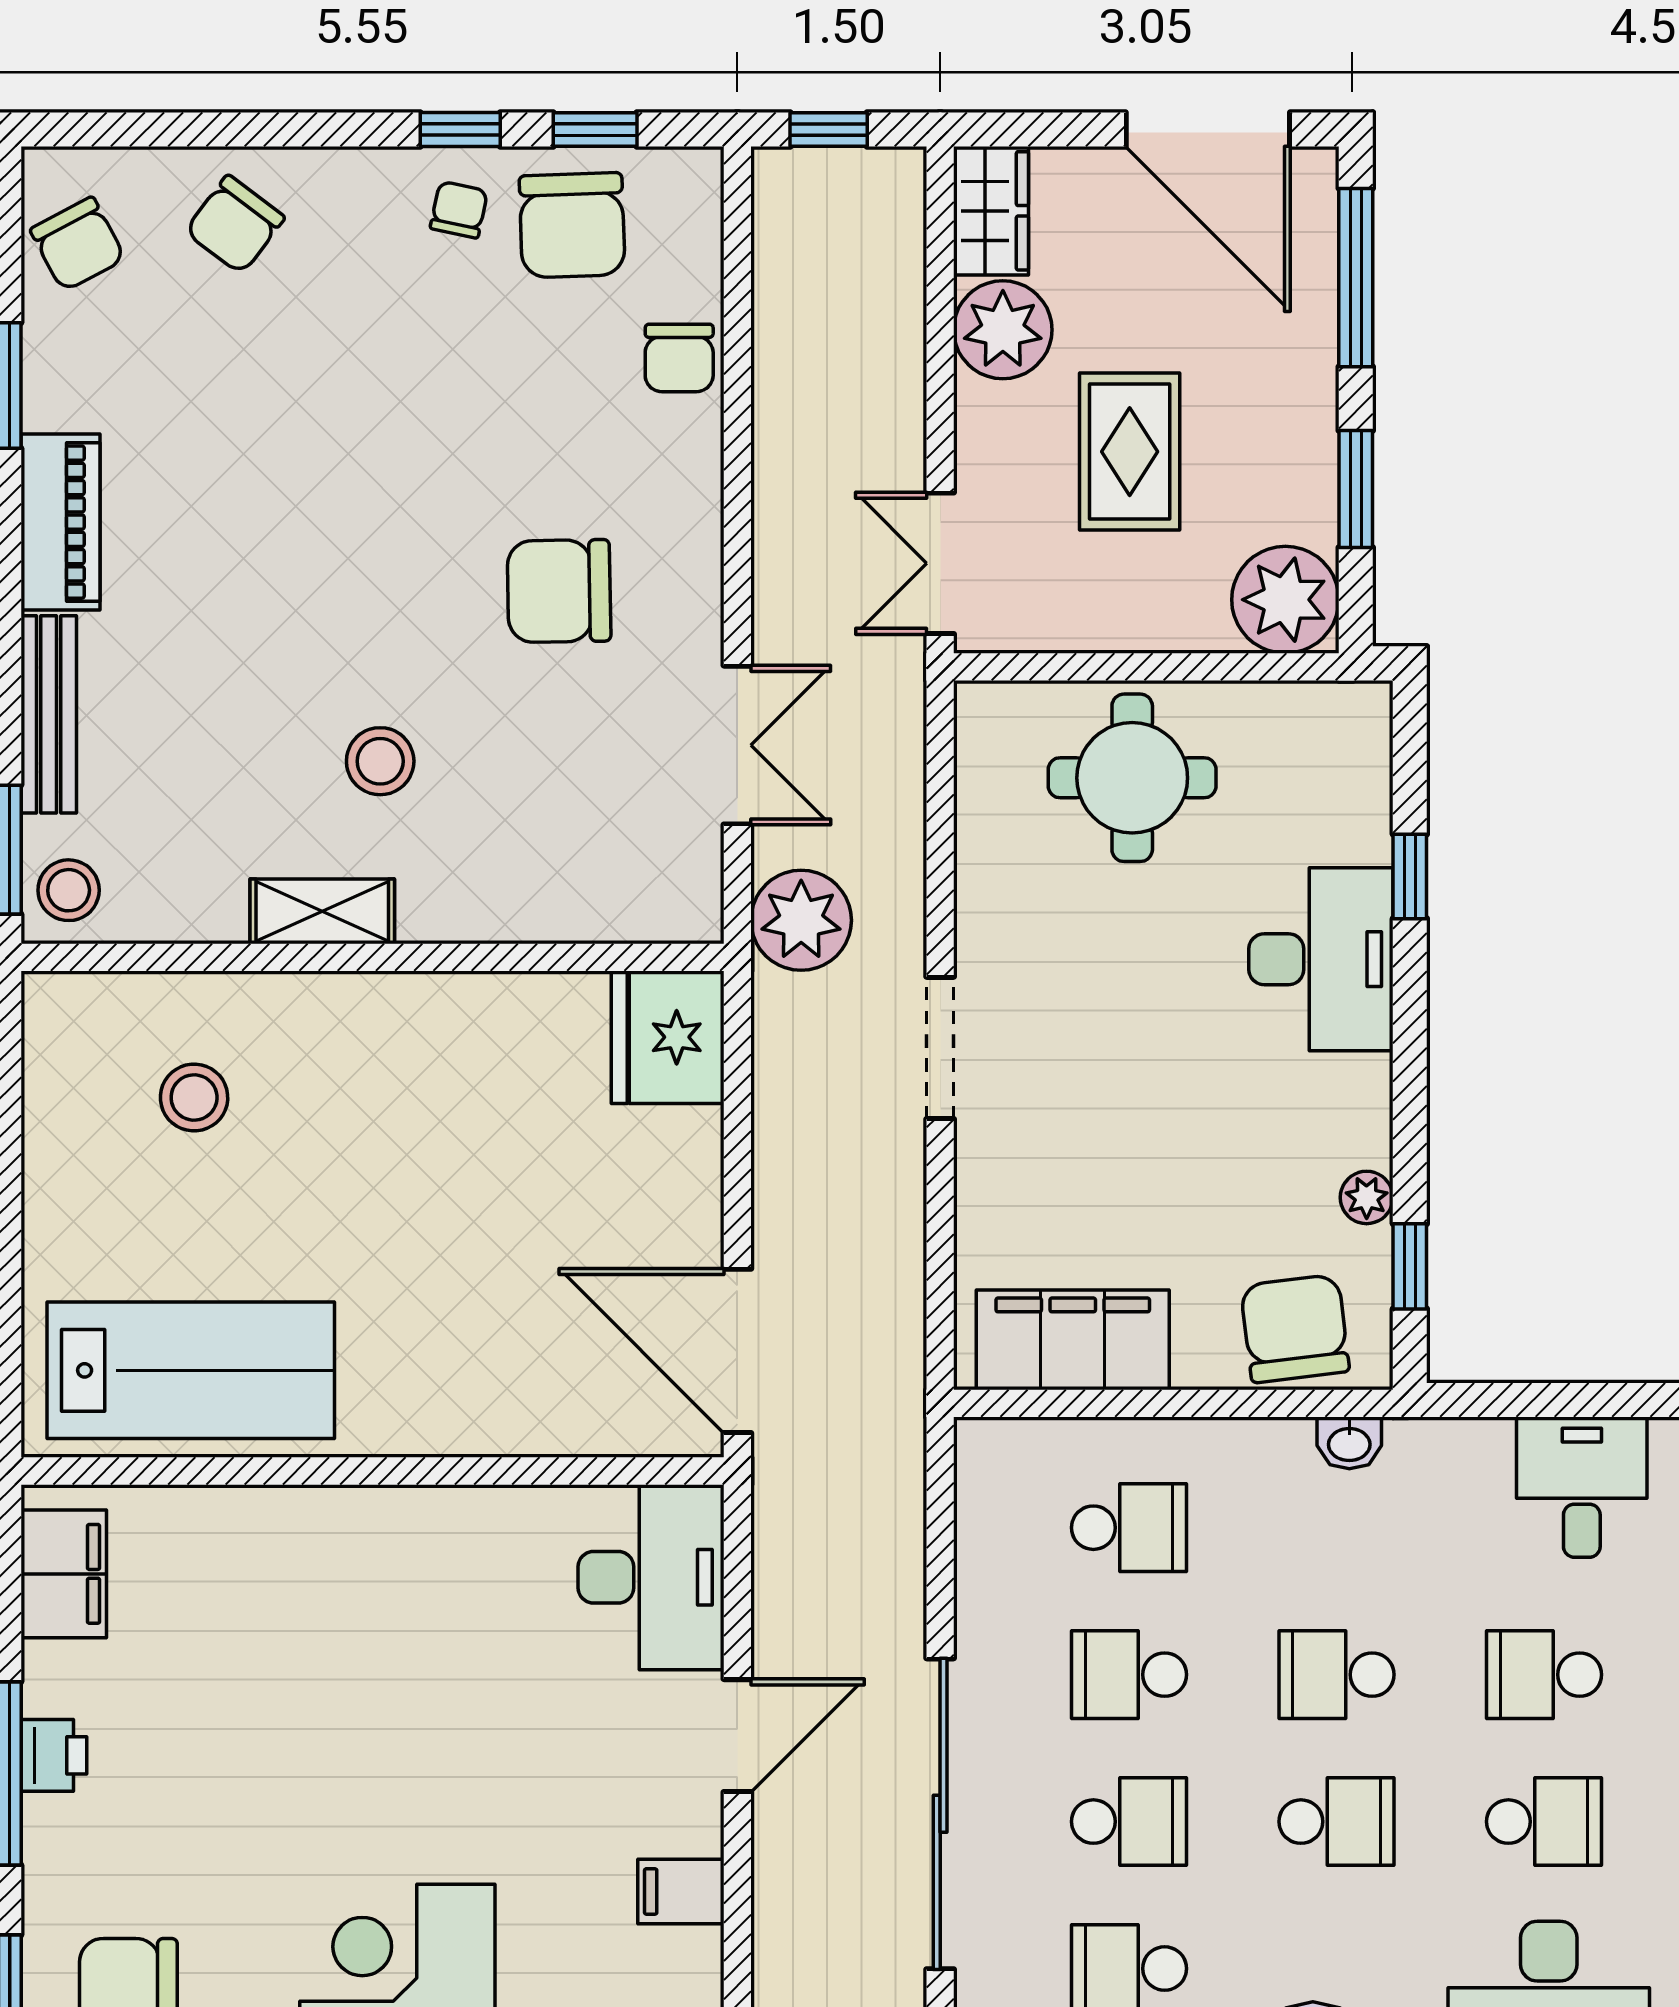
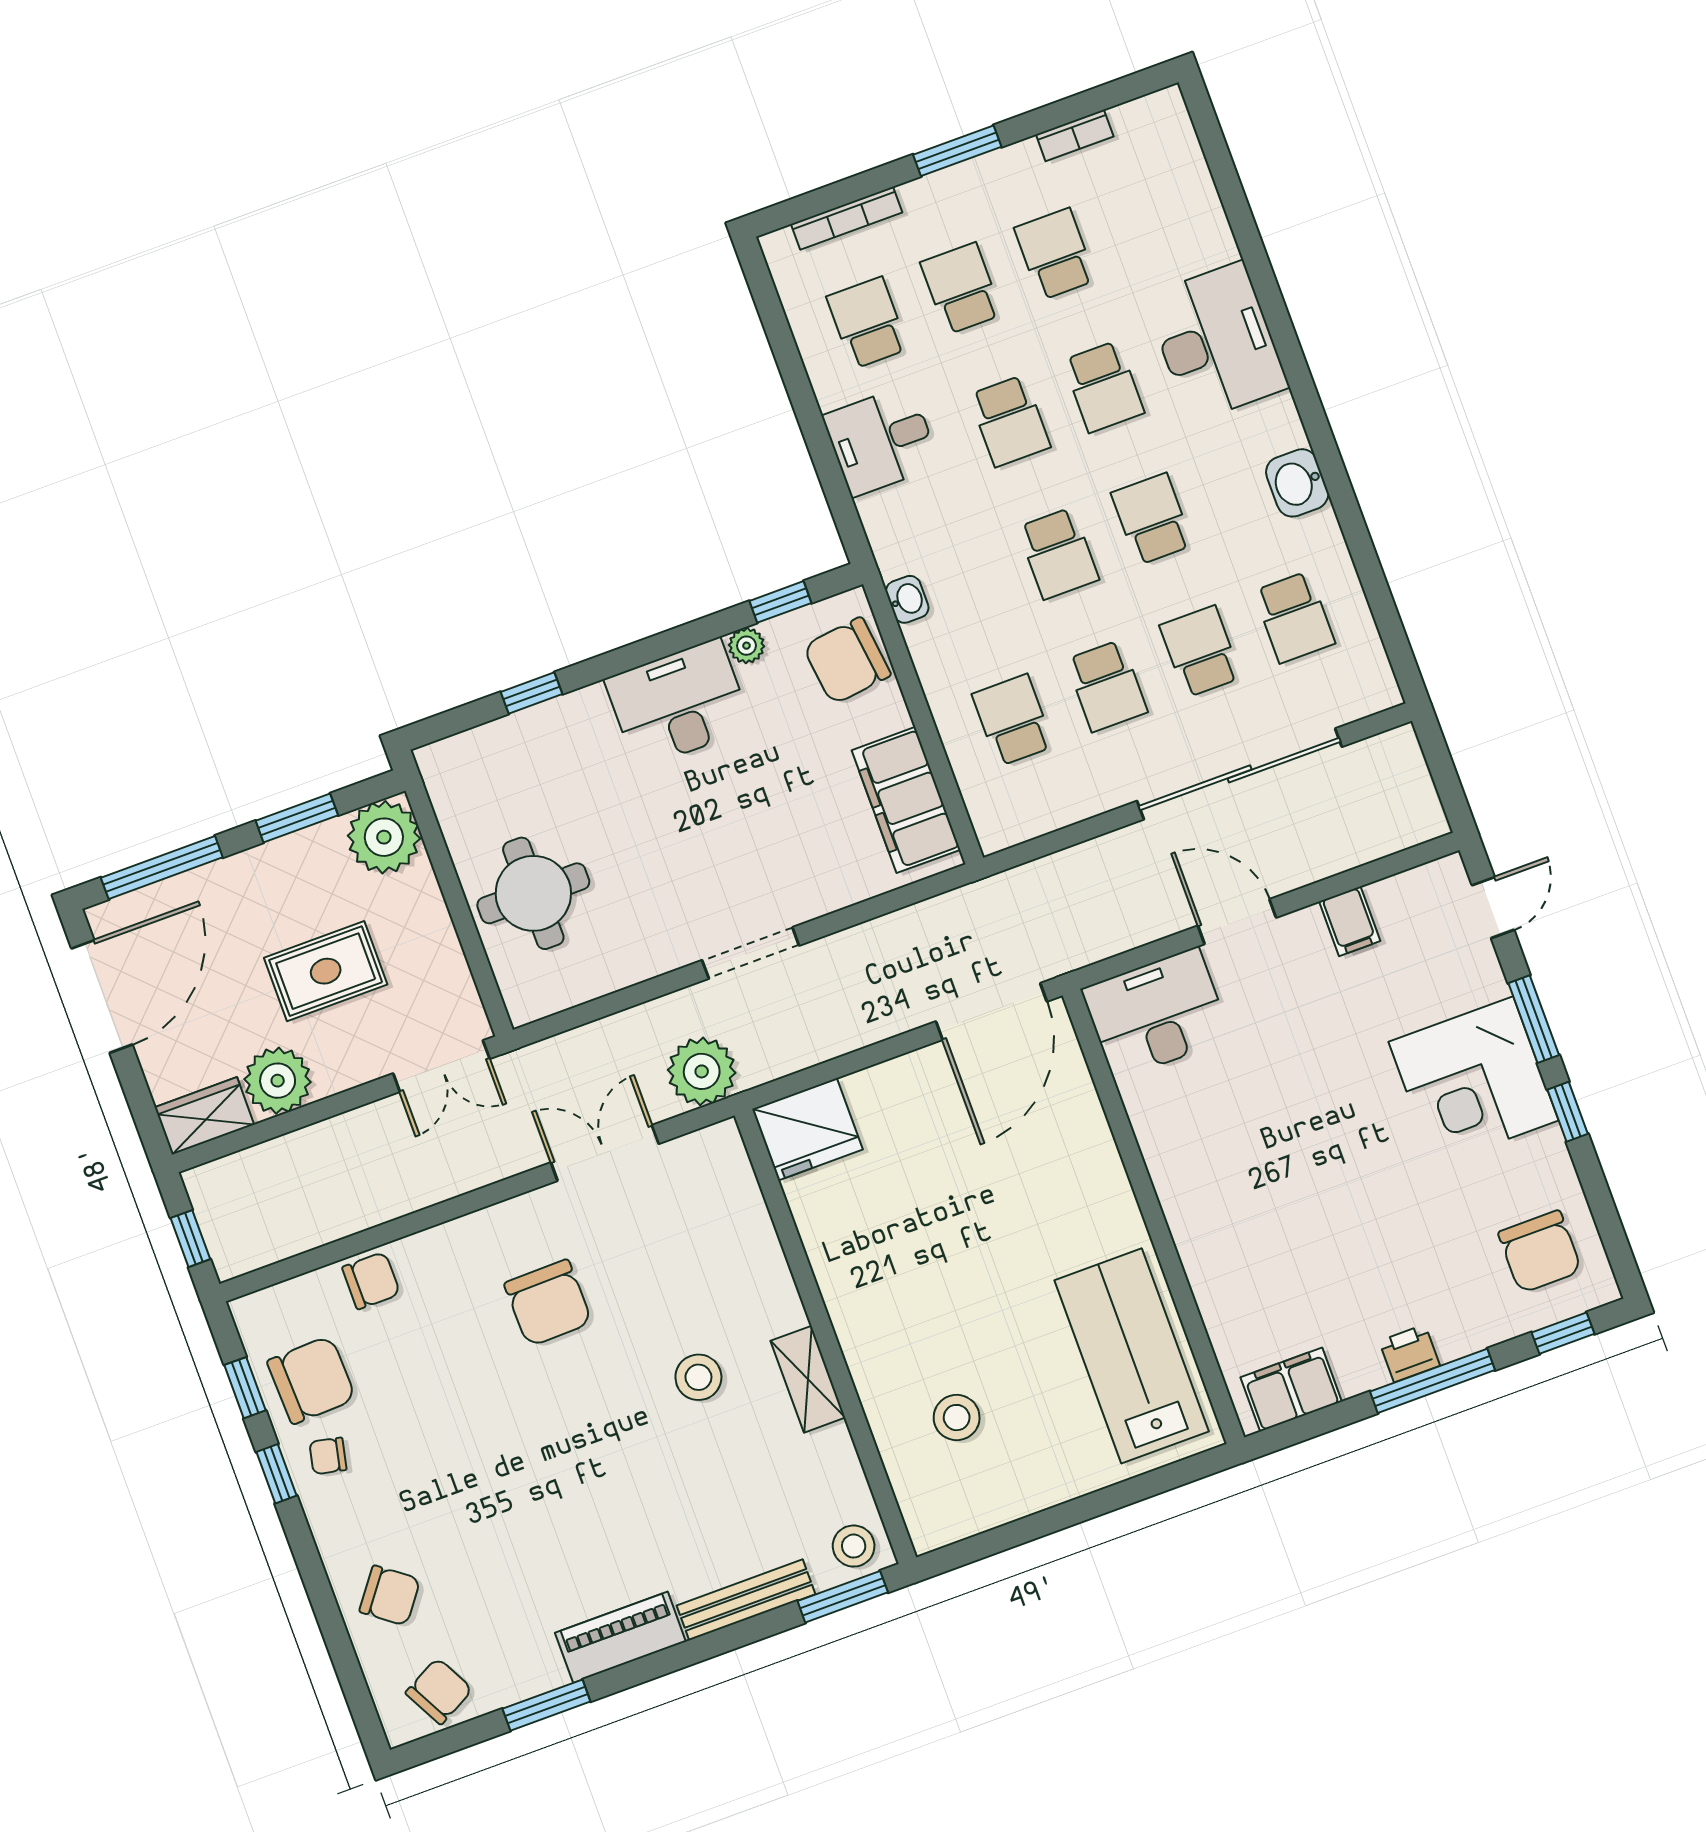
desk: (1321, 959) -> (678, 704), moved
school desk: (1544, 1822) -> (1103, 387), turned 180

